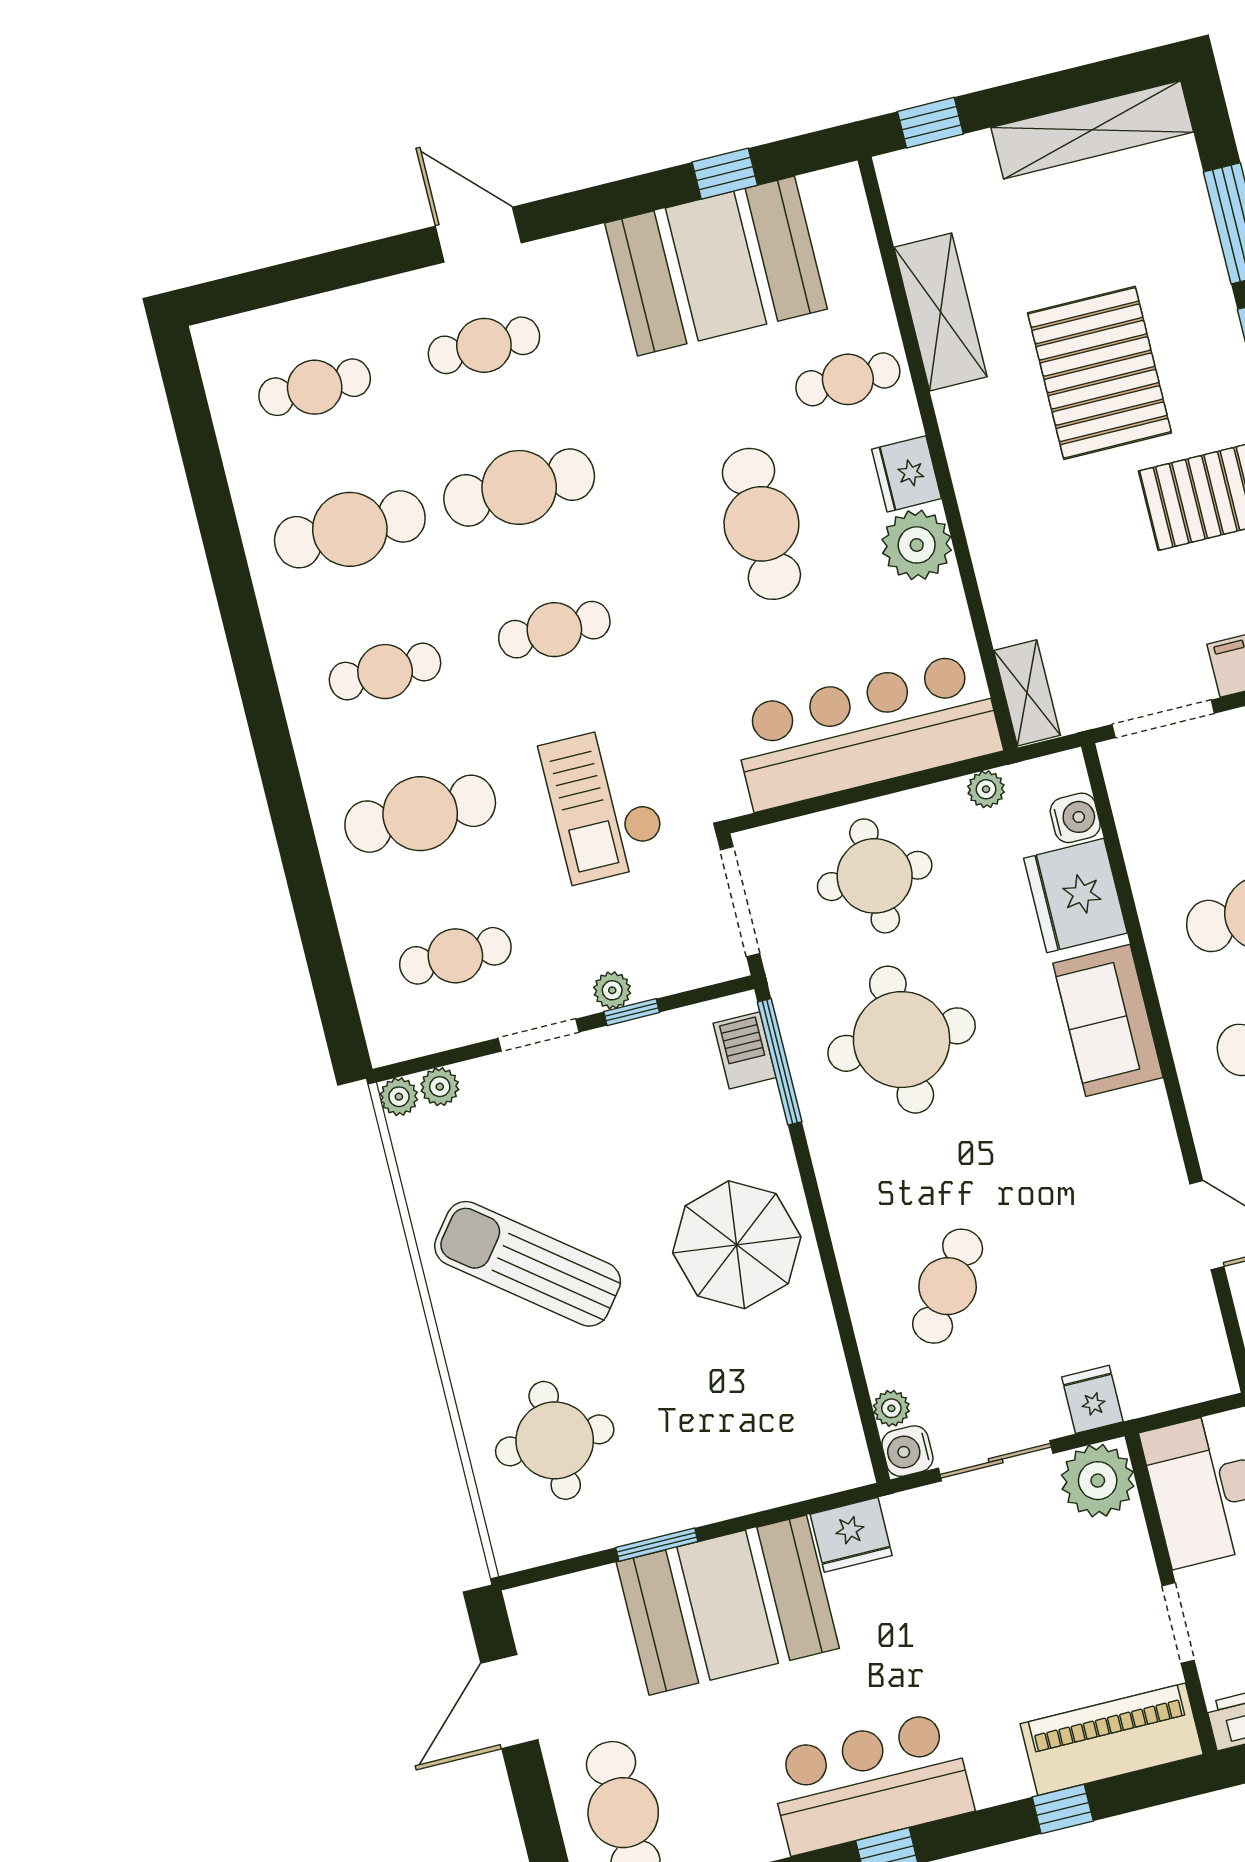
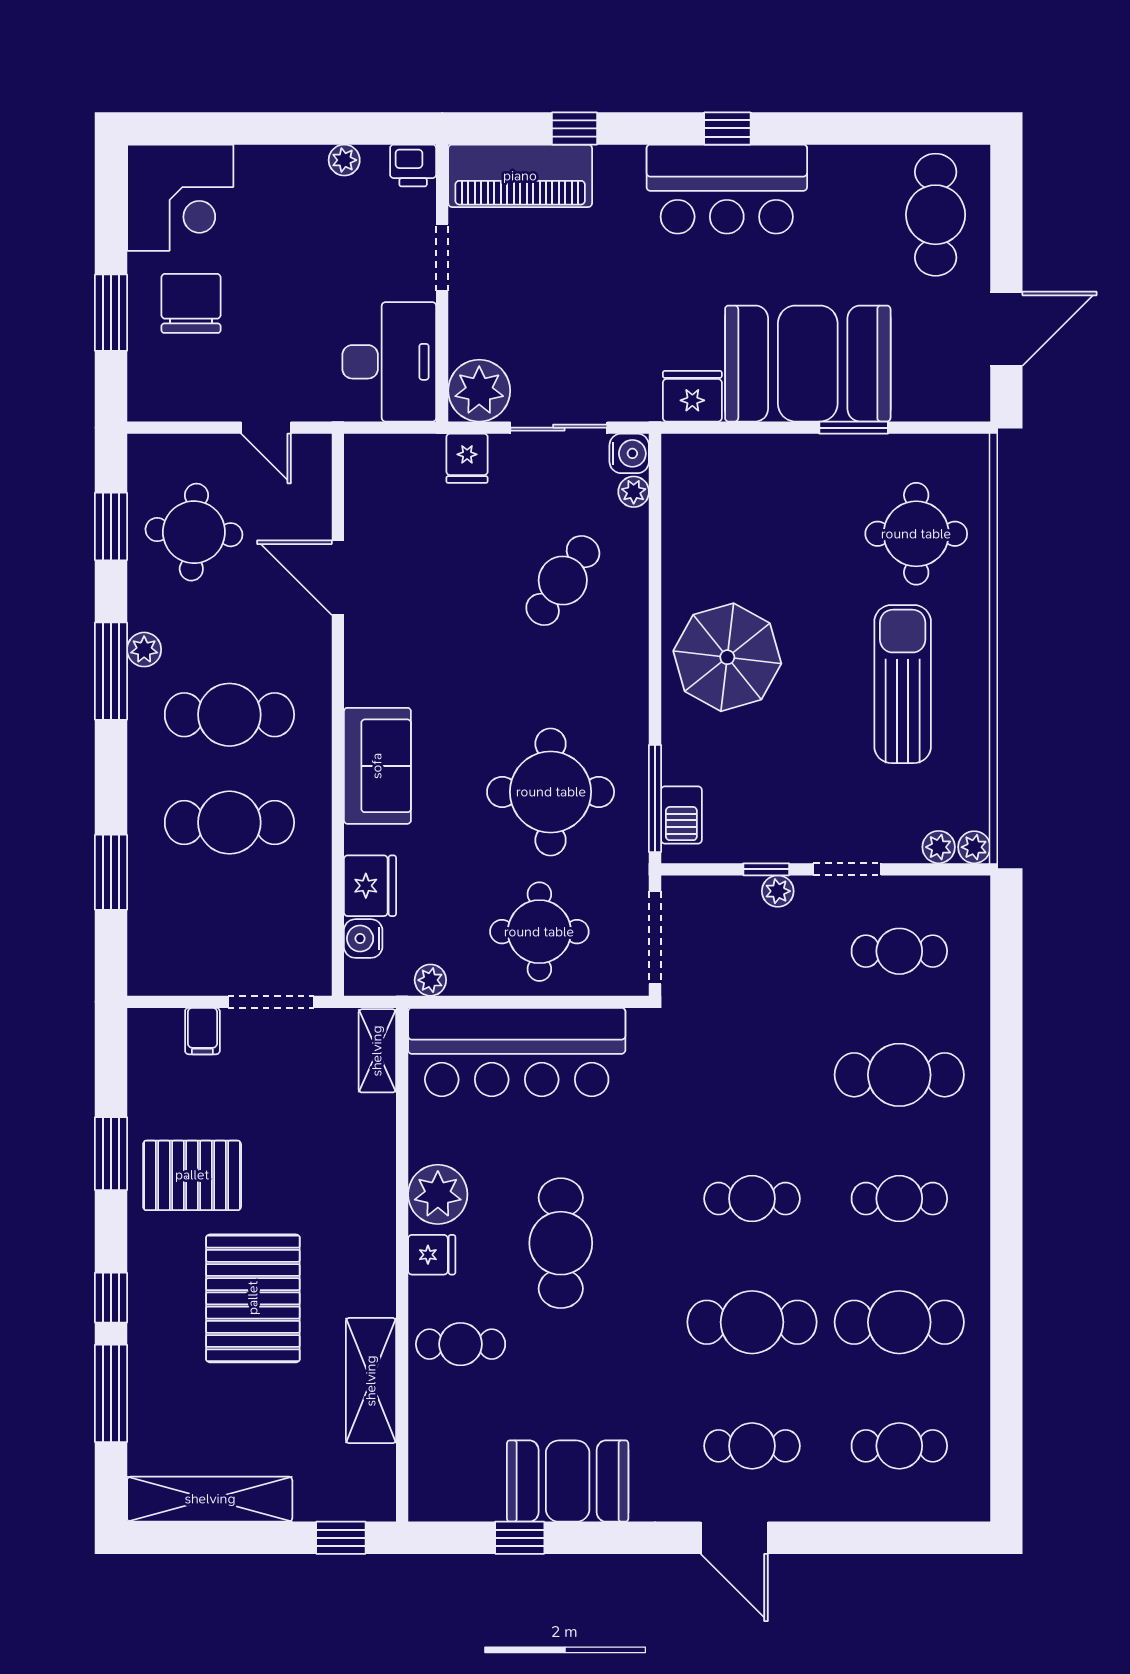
booth: (716, 266) -> (568, 1481), width x0.73, depth x0.70
fridge: (906, 474) -> (432, 1255), width x0.72
checkout: (604, 804) -> (747, 1046), removed
fridge: (1075, 896) -> (370, 886), width x0.73, depth x0.75
sun lounger: (528, 1264) -> (903, 684), turned -128

